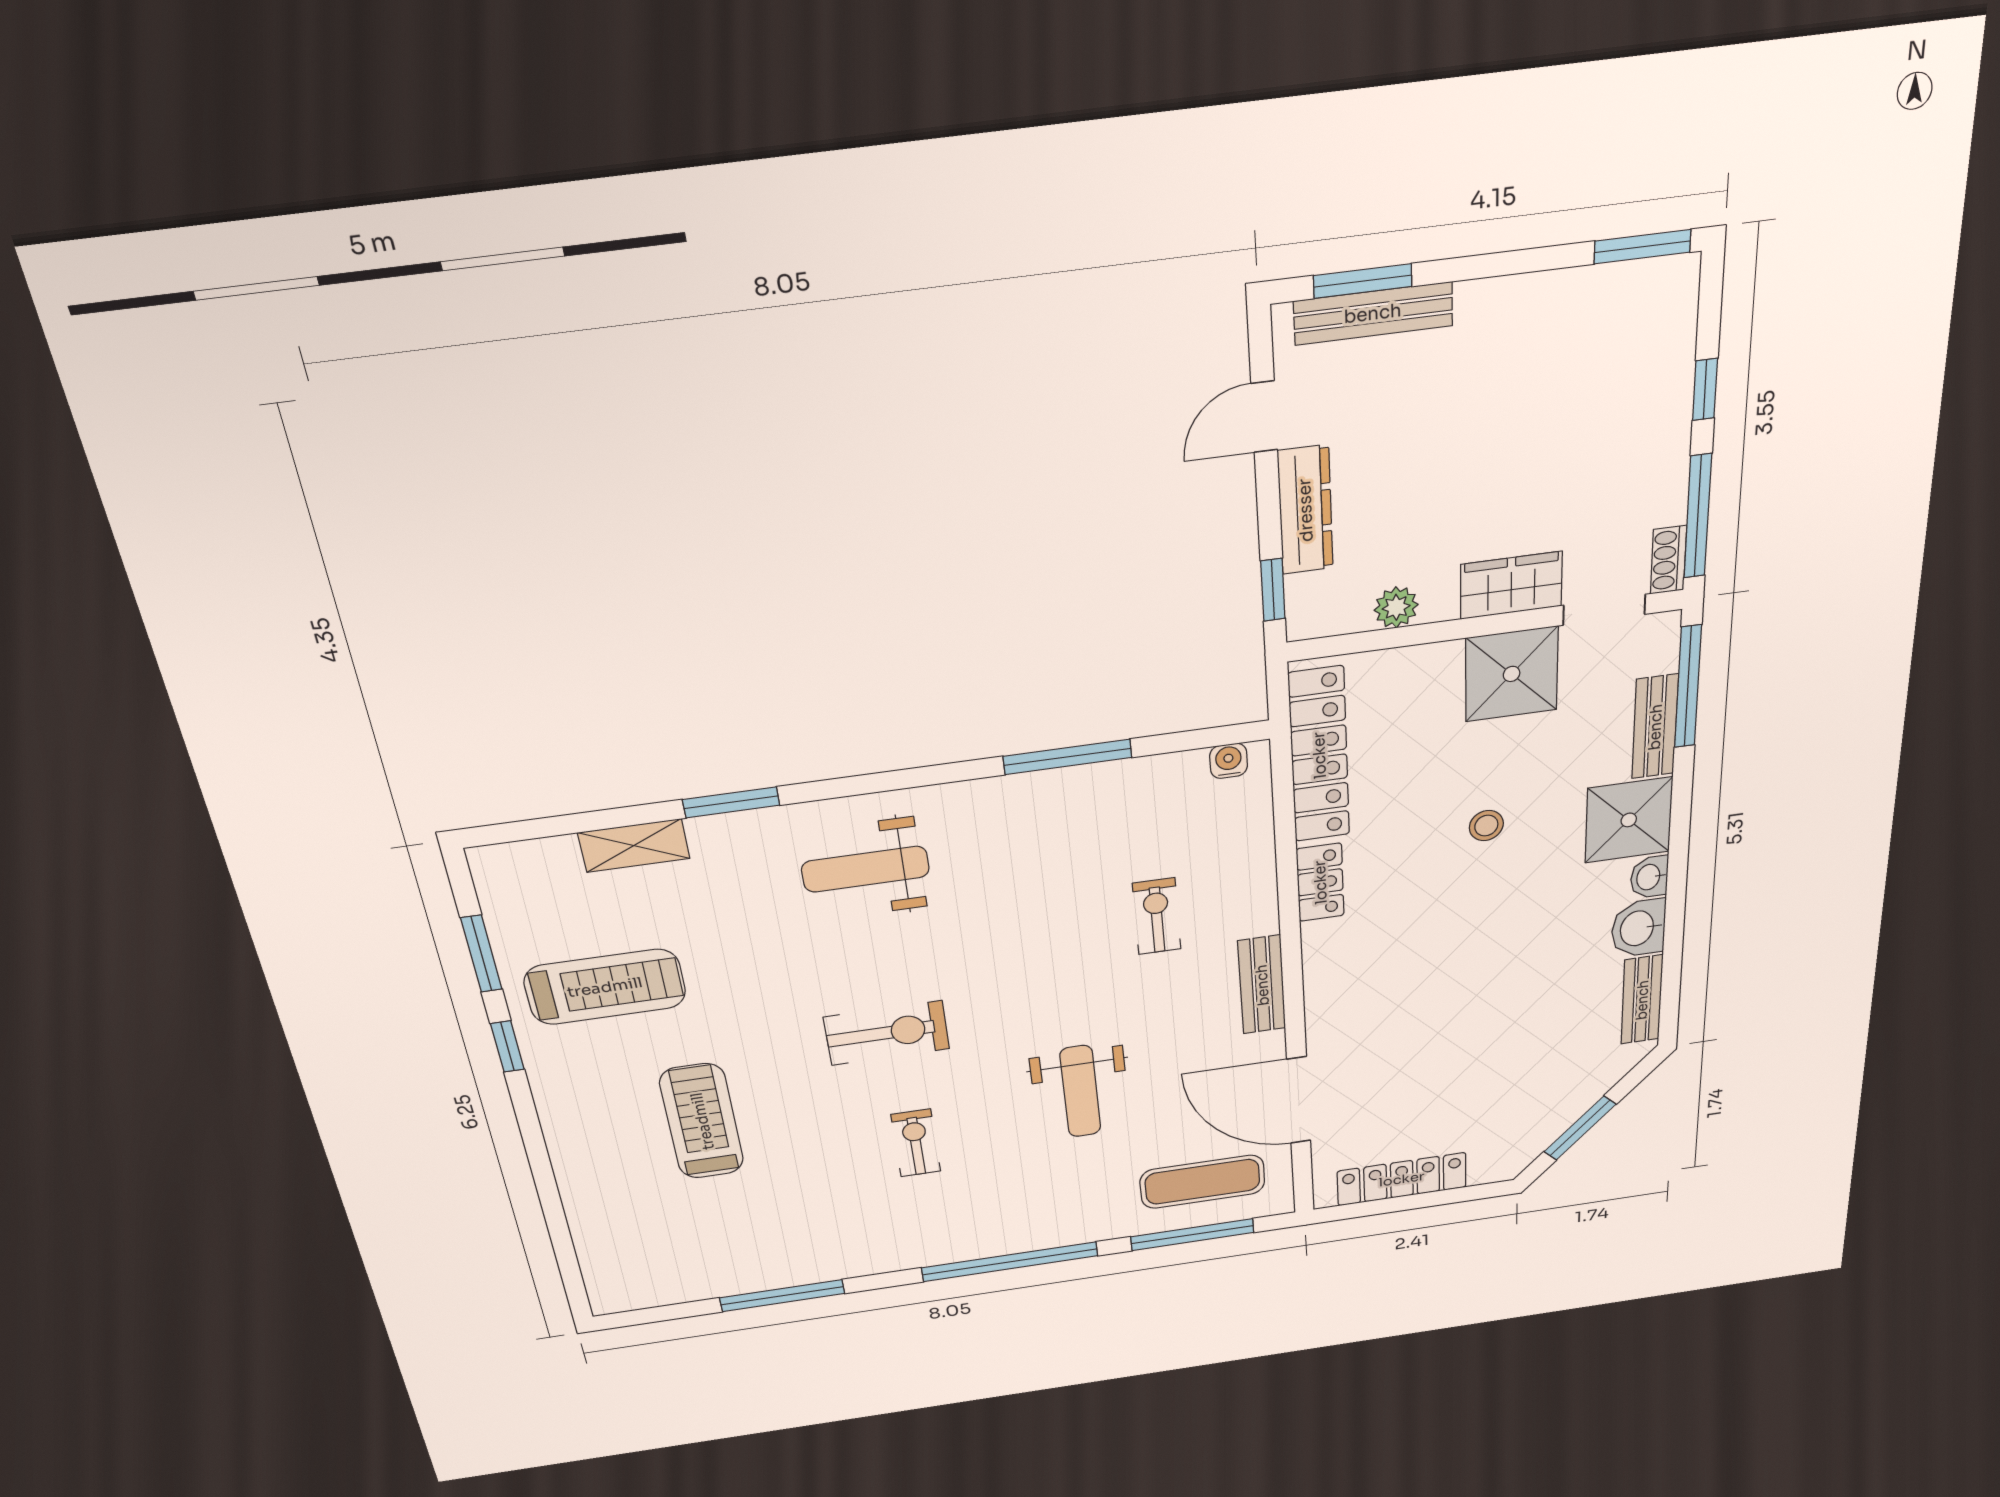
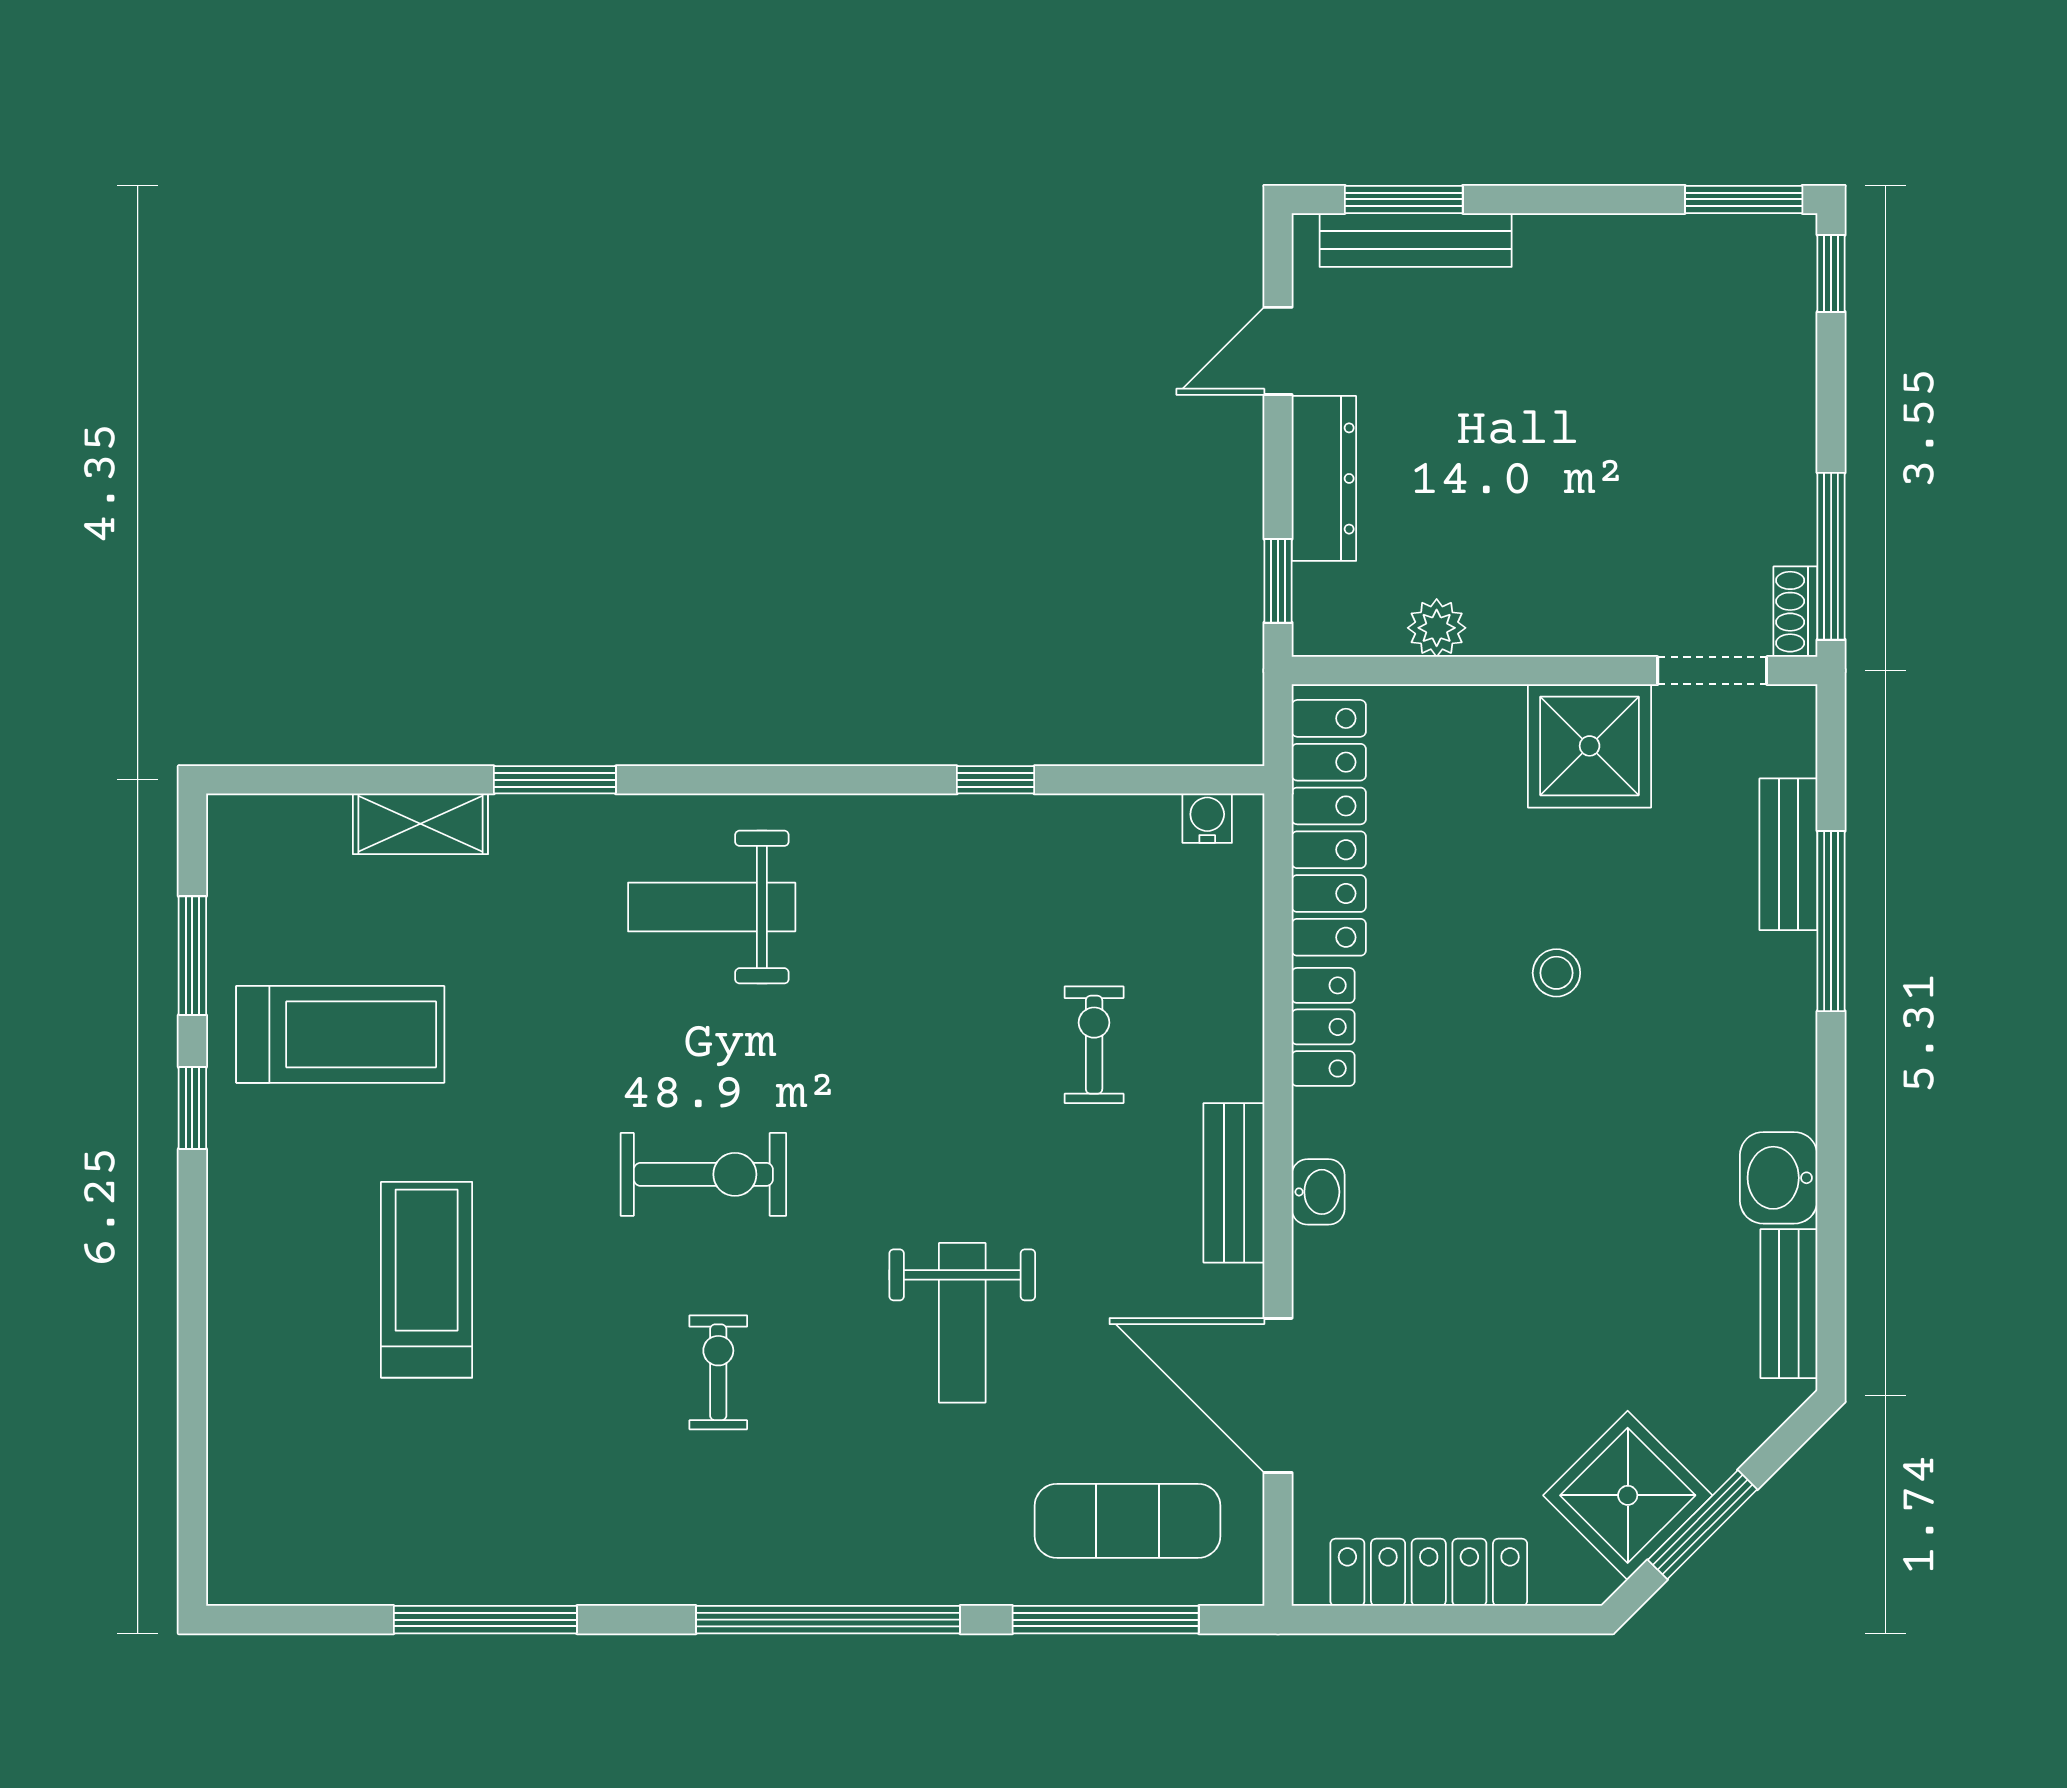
window: (1705, 389) -> (1831, 273), moved
wardrobe: (1511, 585) -> (1588, 618), removed
window: (1688, 687) -> (1831, 921), moved
window: (1068, 757) -> (996, 780), width x0.46
shower: (1629, 820) -> (1628, 1495), moved, turned 45
washbasin: (1649, 877) -> (1318, 1192), moved, turned 180

